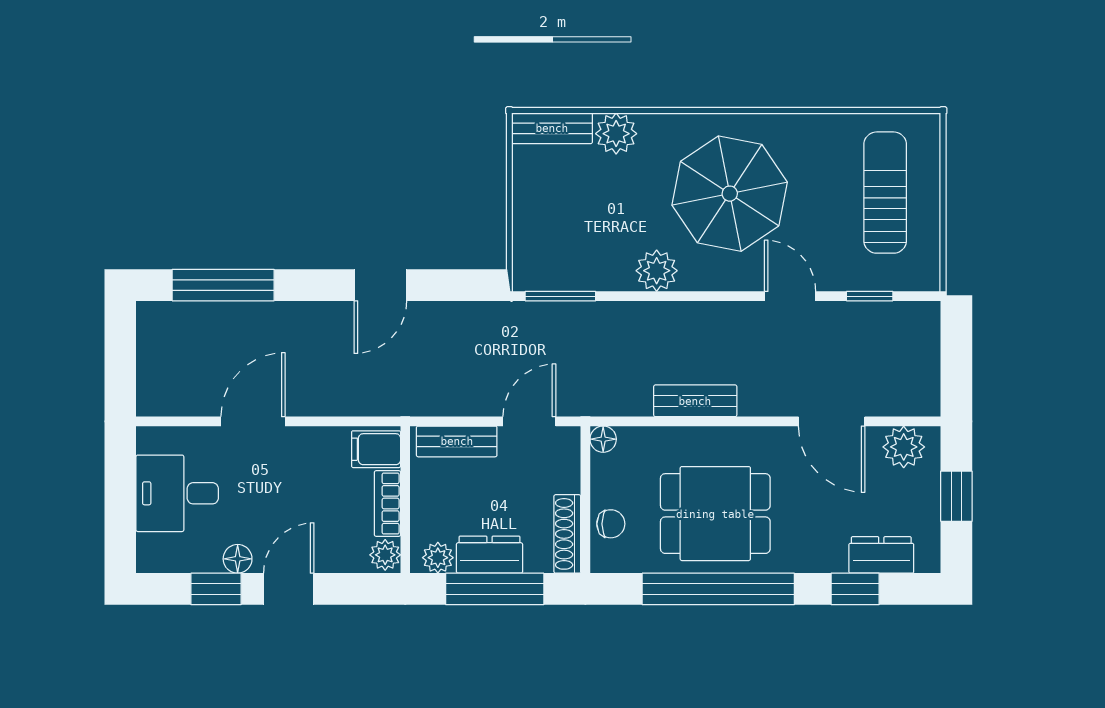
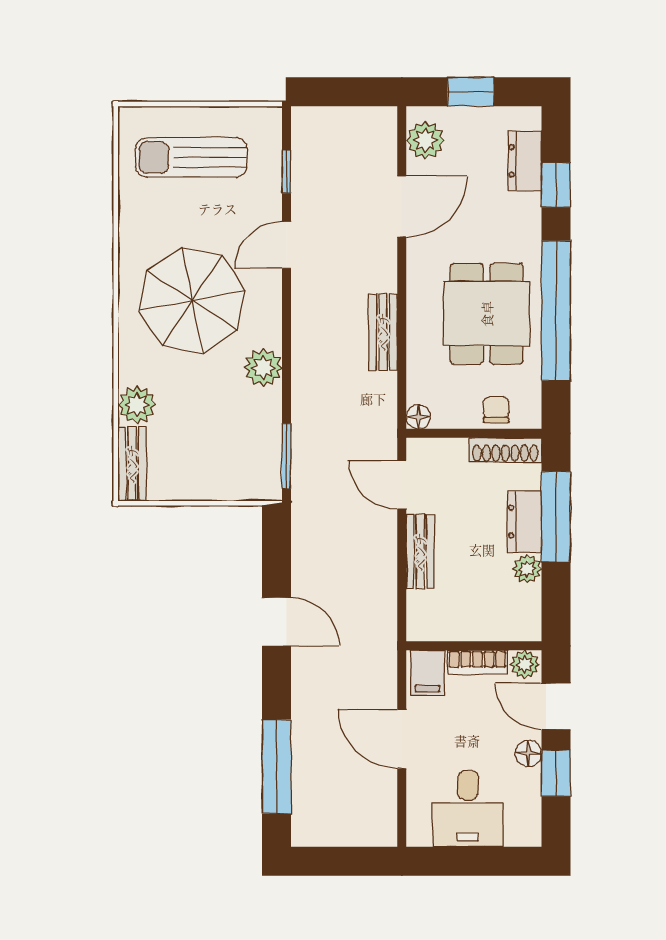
filing cabinet: (376, 449) -> (427, 673), moved
wall: (405, 500) -> (474, 646), moved
bookcase: (387, 504) -> (477, 662), moved
plant: (385, 555) -> (525, 664), moved

